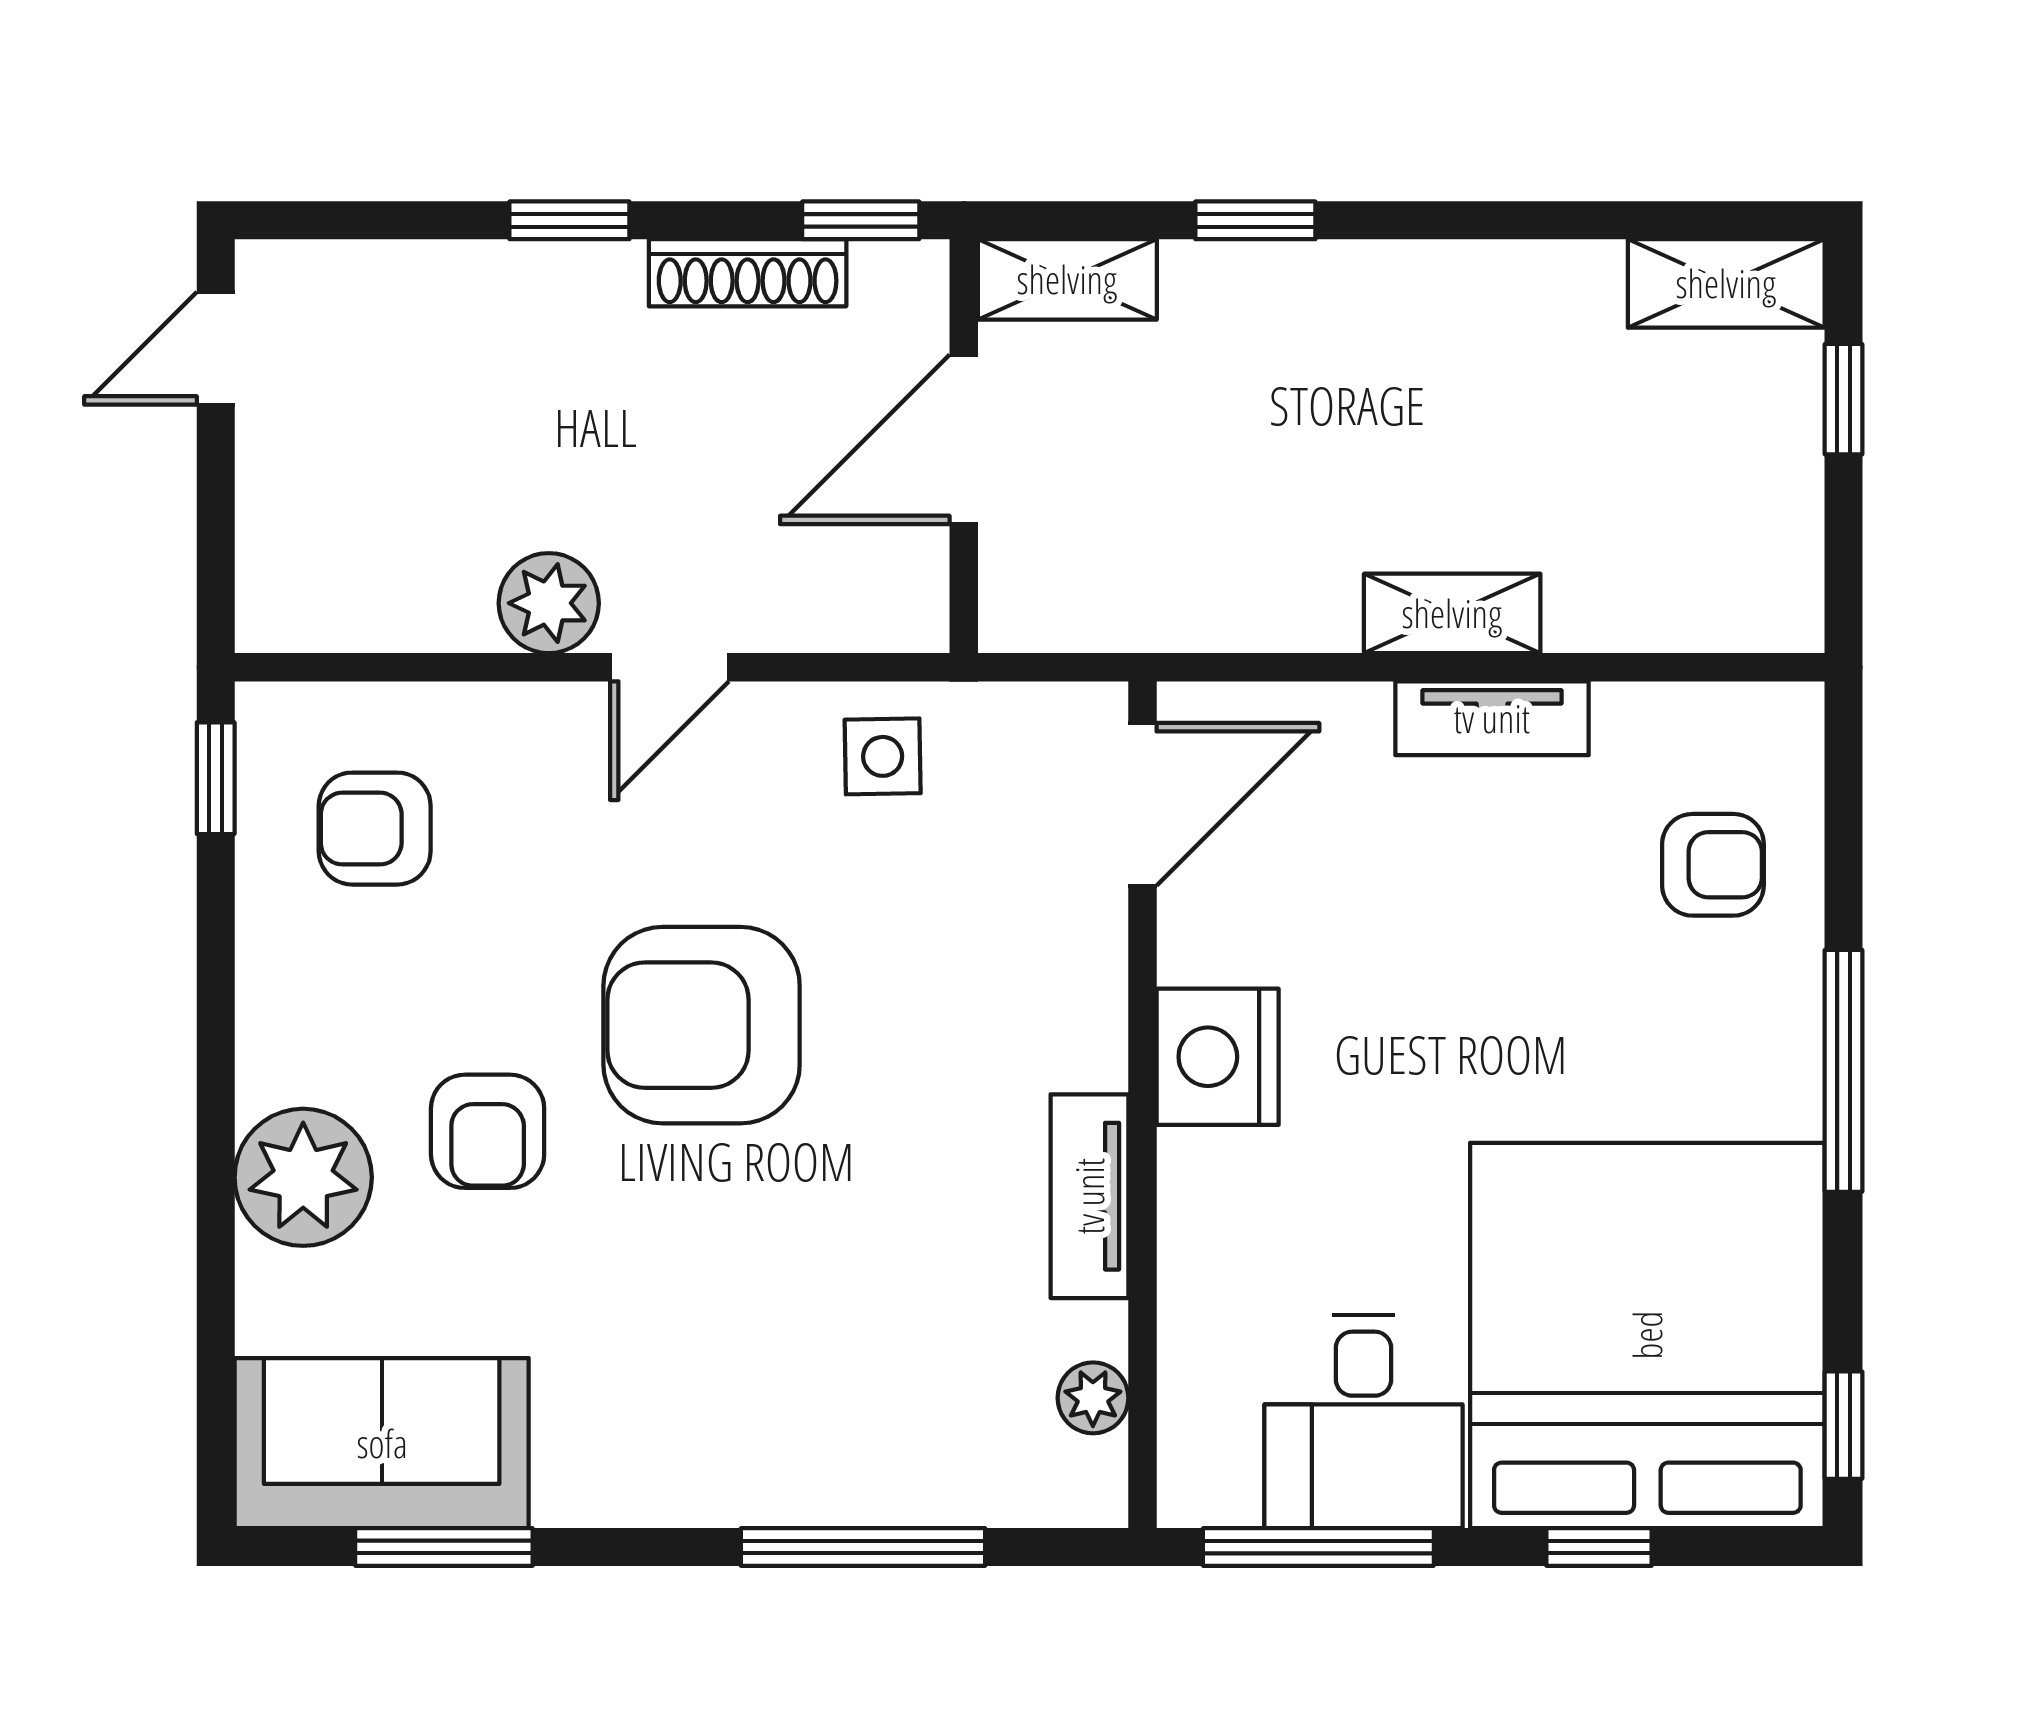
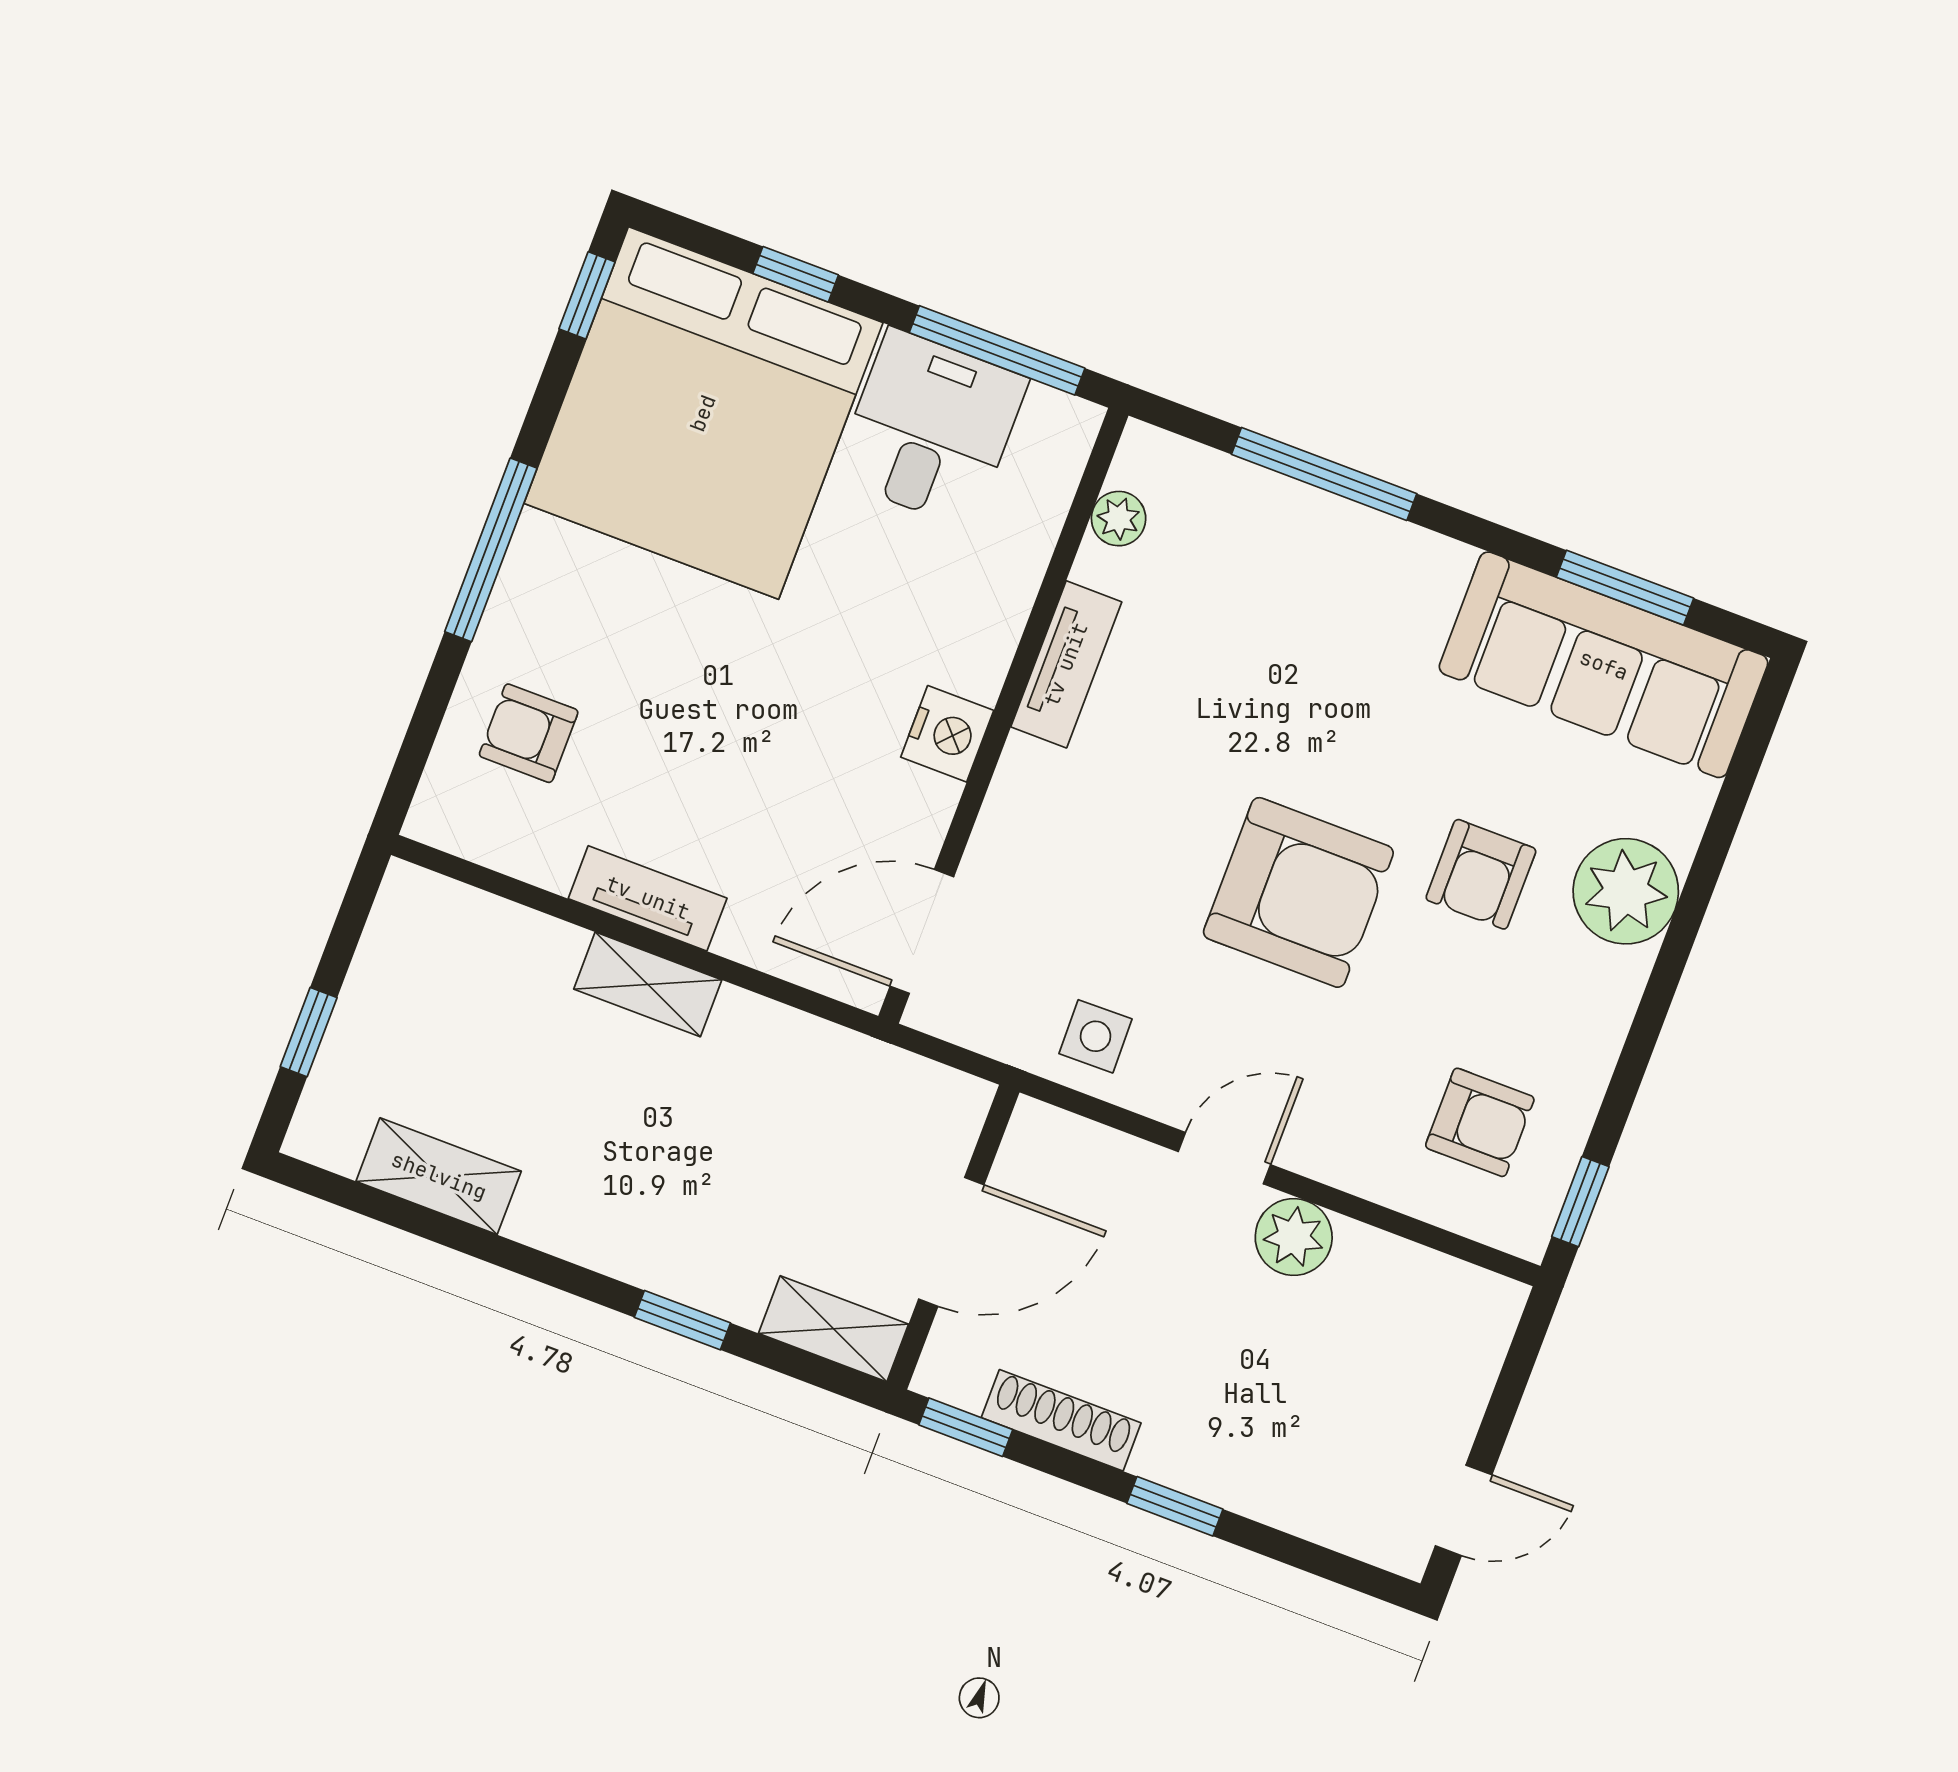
shelving: (1726, 283) -> (439, 1176), moved
nightstand: (1218, 1057) -> (947, 734), width x0.74, depth x0.75
armchair: (488, 1131) -> (1481, 874), turned 180
sofa: (382, 1443) -> (1604, 665), width x1.36

